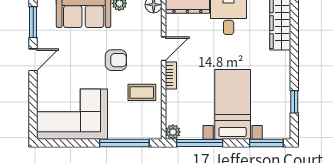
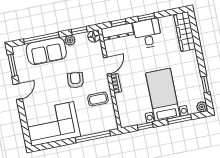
armchair: (116, 60) -> (75, 80), turned -84
plant: (173, 132) -> (202, 107), moved
window: (200, 143) -> (145, 126), width x0.46
window: (266, 143) -> (180, 119), moved

